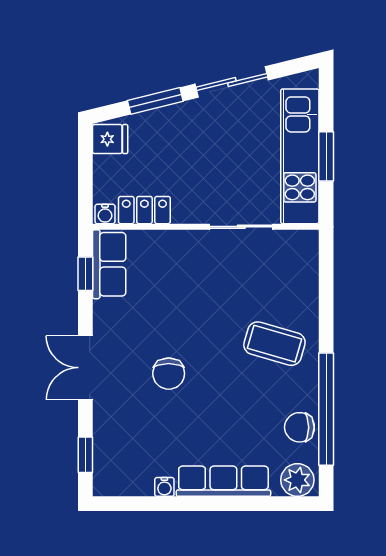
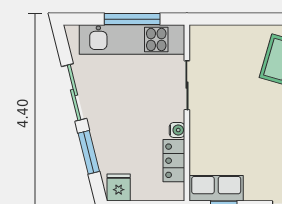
window: (326, 156) -> (132, 19), width x1.44
water cooler: (105, 214) -> (177, 130), moved

